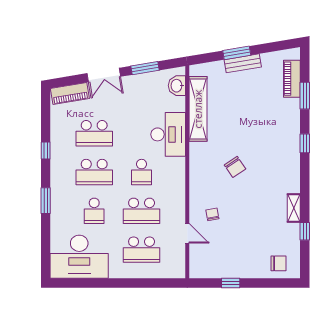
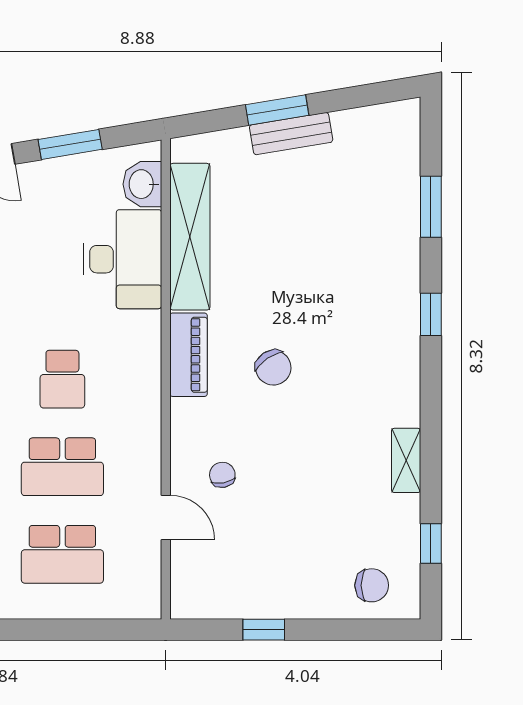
piano: (292, 79) -> (188, 355), moved, turned 180
desk: (168, 134) -> (123, 259), moved
window: (305, 231) -> (431, 544), moved

